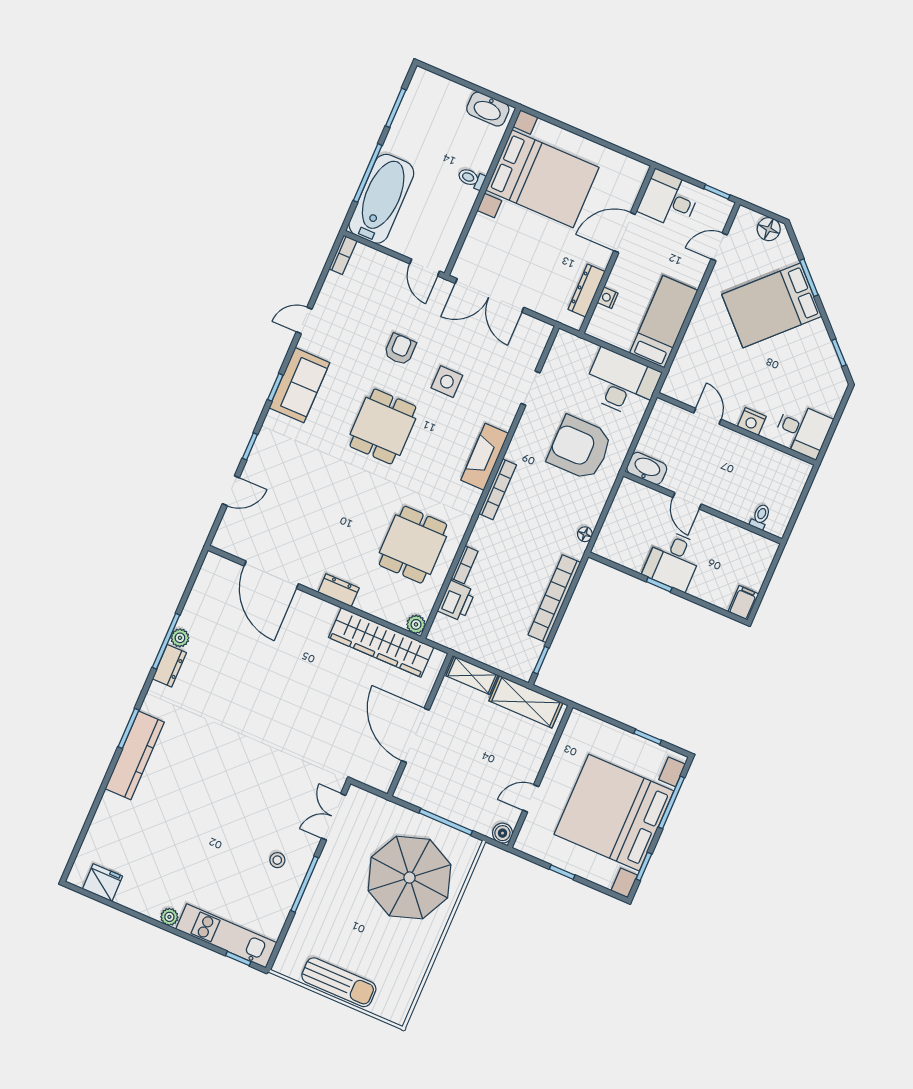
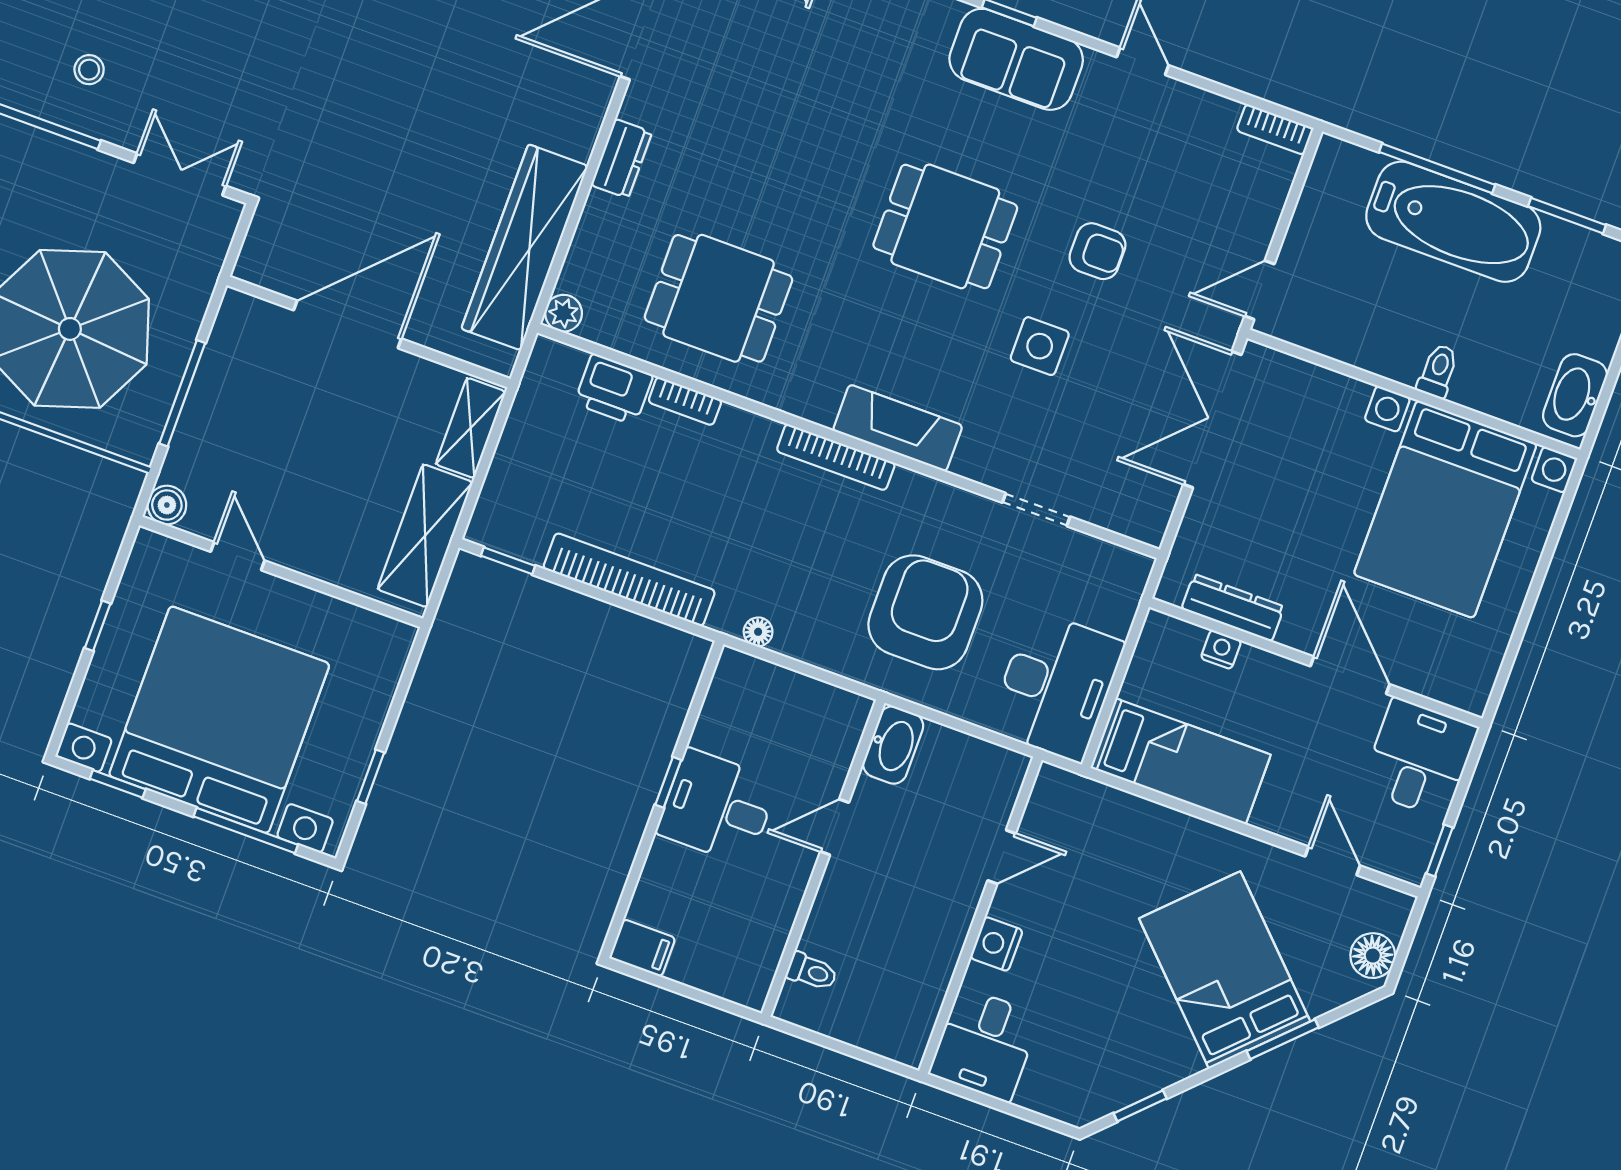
bathtub: (381, 199) -> (1453, 222), moved

